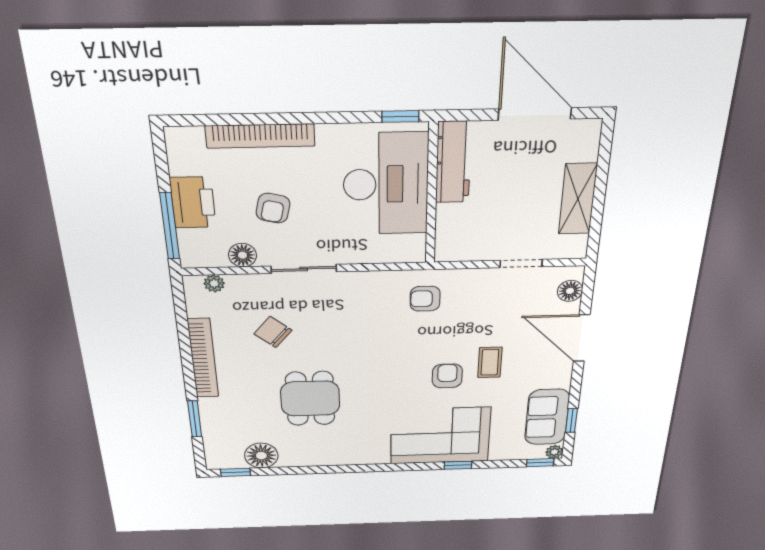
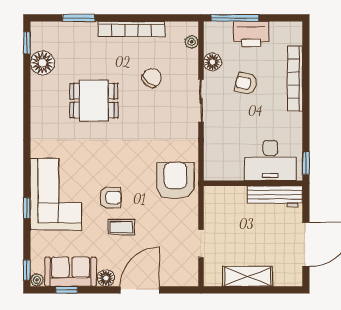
desk: (386, 184) -> (270, 161), width x0.73, depth x0.77
floor lamp: (570, 291) -> (106, 278), moved
armchair: (425, 299) -> (175, 181), width x1.88, depth x1.88

